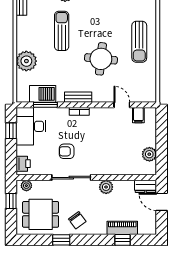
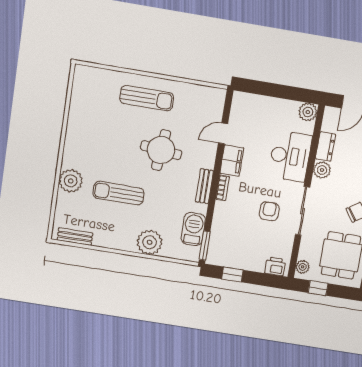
window: (45, 105) -> (205, 246), moved
filing cabinet: (138, 115) -> (232, 161), moved, width x2.00
desk: (31, 126) -> (290, 156), moved, turned -90
armchair: (67, 151) -> (269, 211), turned 180
plant: (149, 154) -> (308, 112), moved
dresser: (145, 186) -> (325, 147), moved

